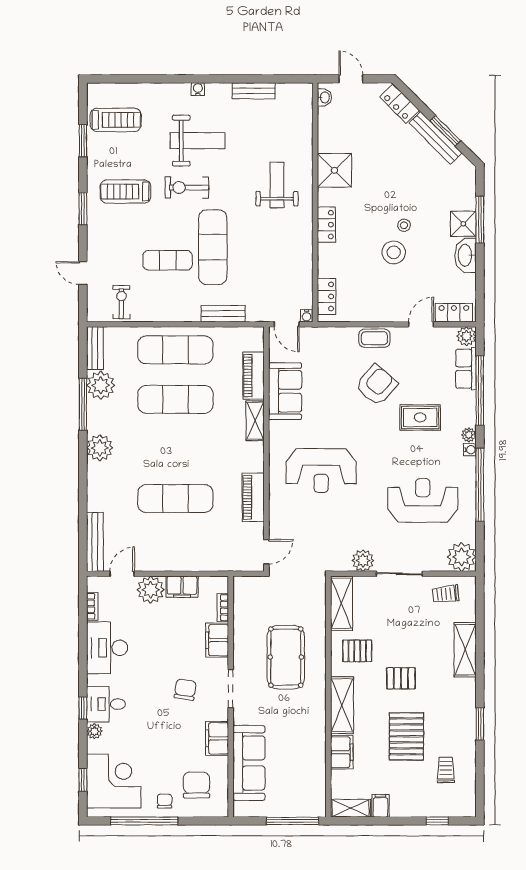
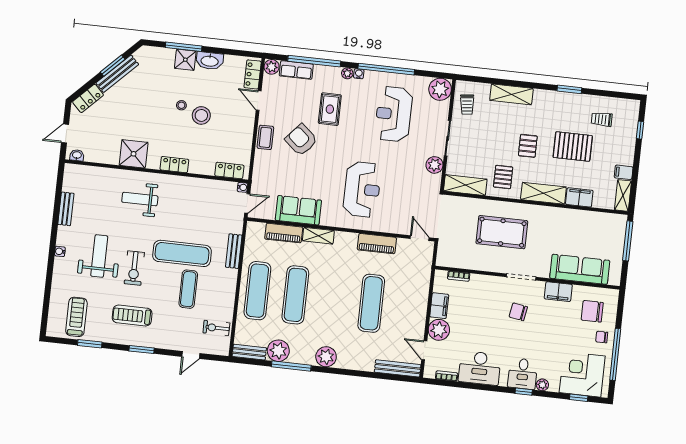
treadmill: (125, 192) -> (132, 316), turned 90
filing cabinet: (217, 640) -> (483, 283), removed

